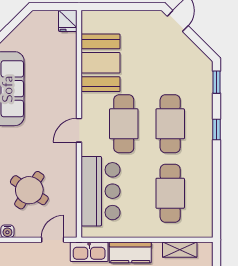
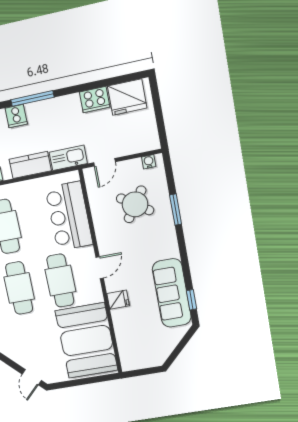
fridge: (68, 21) -> (118, 300), moved, turned 90
booth: (101, 63) -> (87, 341), width x1.36, depth x1.42

